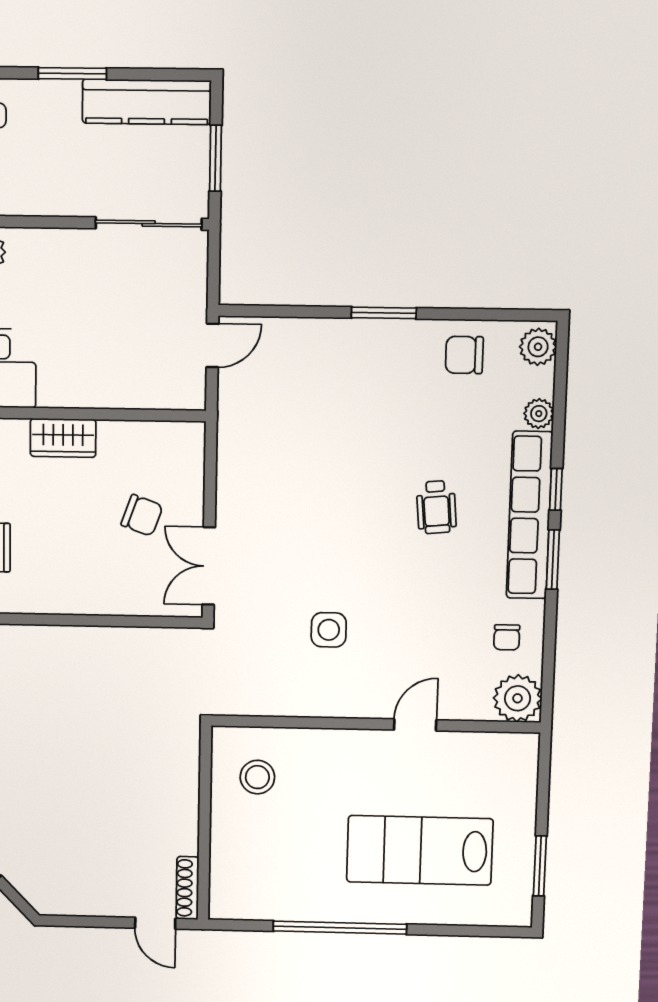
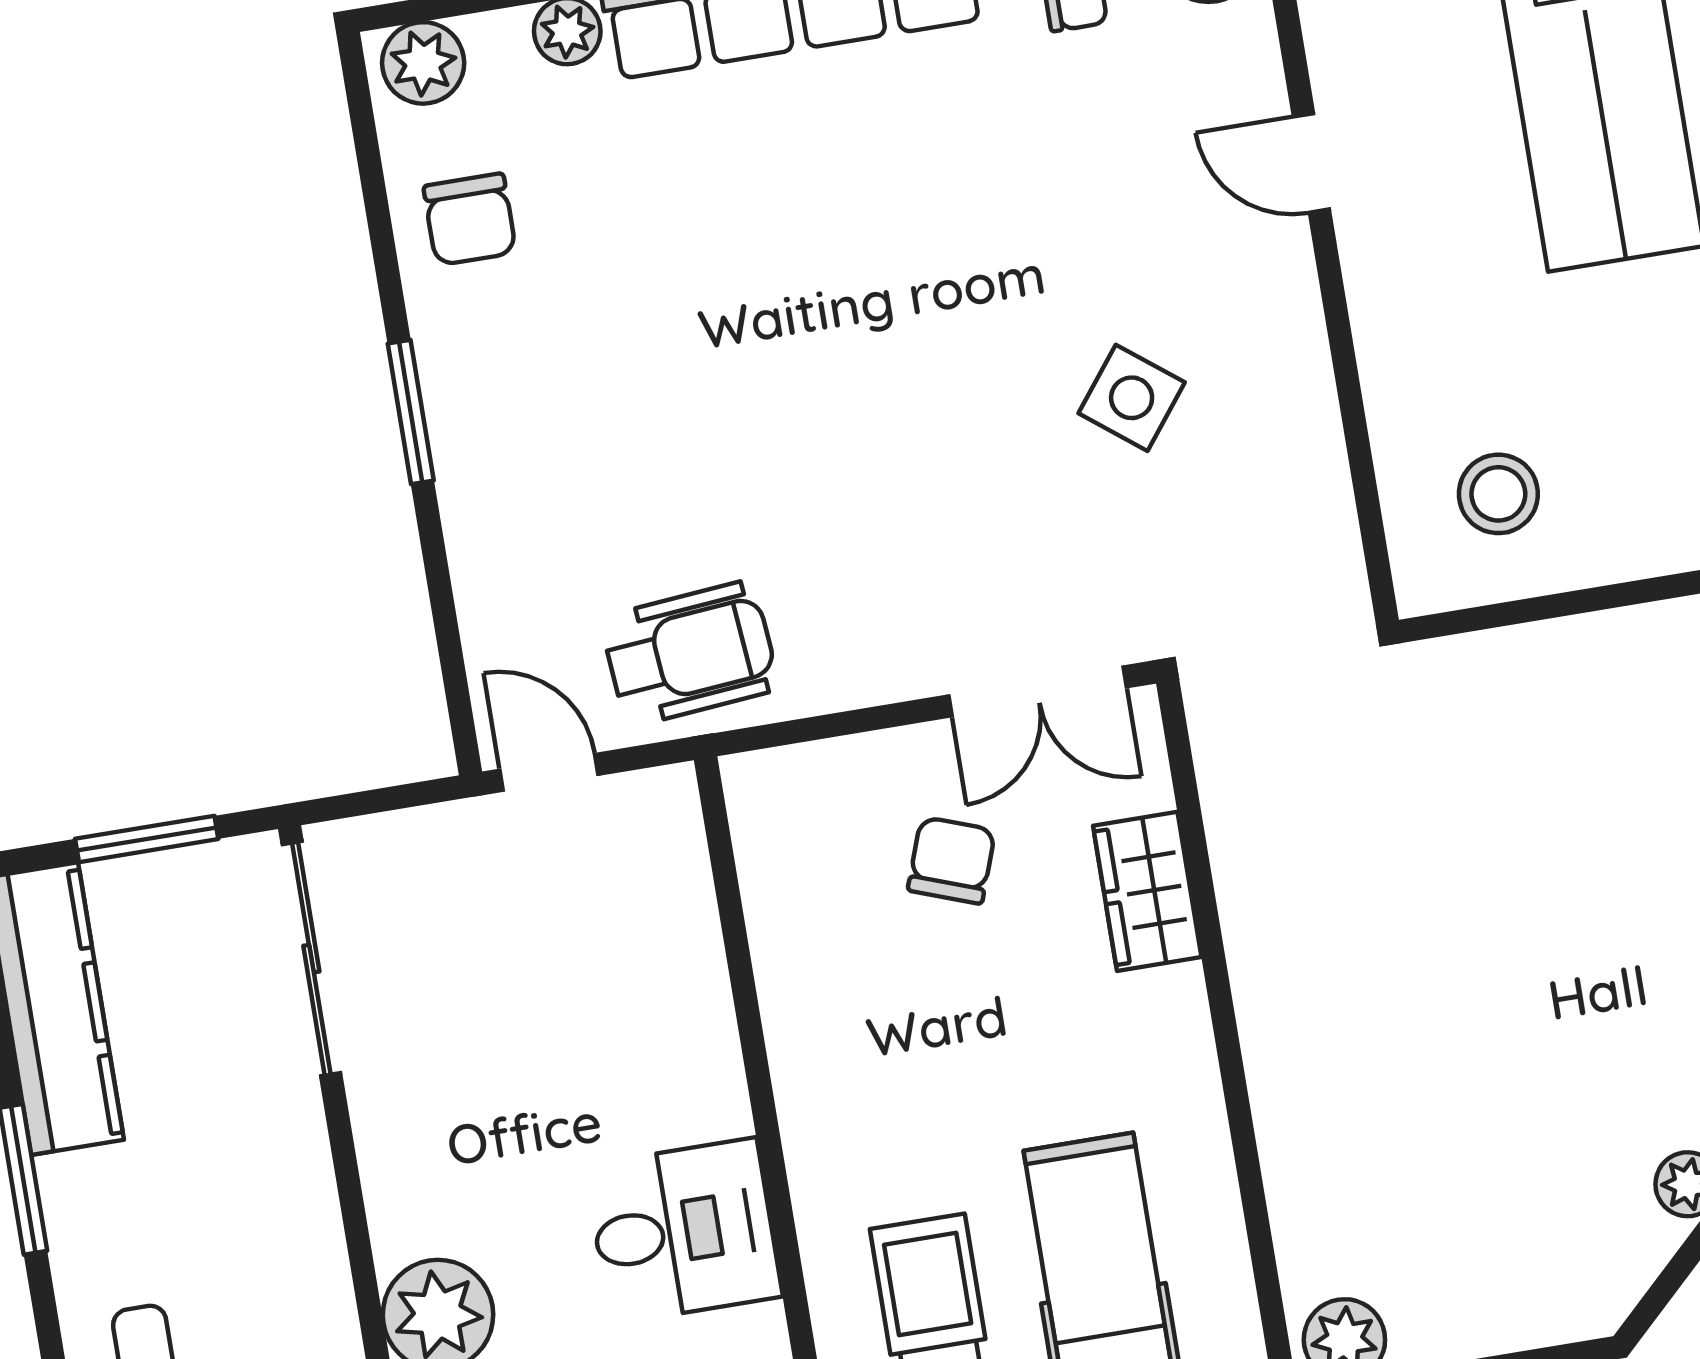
wardrobe: (63, 438) -> (1147, 891), moved, turned 180
wheelchair: (436, 507) -> (690, 653), moved, width x1.36, depth x1.37
side table: (329, 630) -> (1132, 398), turned 38

